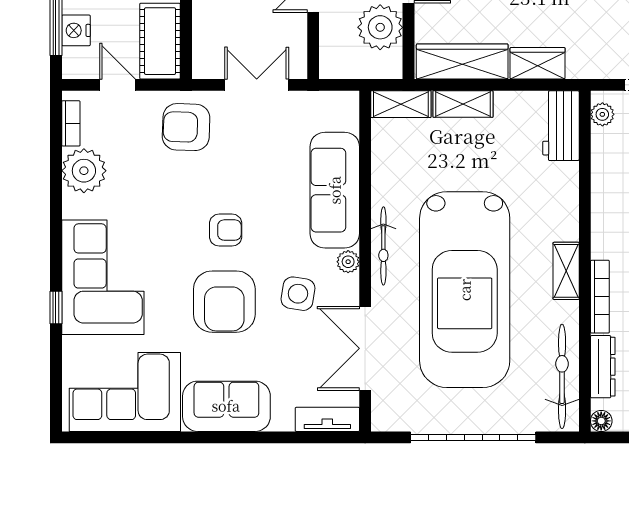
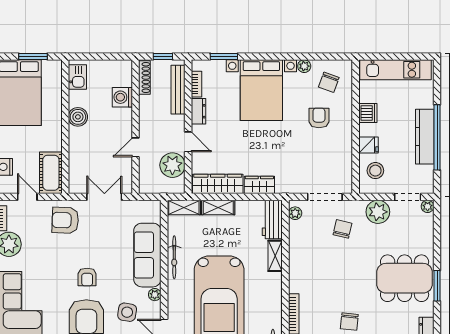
armchair: (226, 230) -> (87, 277), turned 90
bicycle: (383, 246) -> (174, 257), moved
shelving: (566, 271) -> (275, 256), moved

